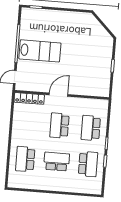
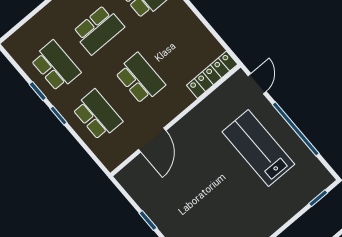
lab bench: (40, 51) -> (258, 148), turned 90
door: (59, 95) -> (152, 140), moved
school desk: (88, 164) -> (56, 66), turned 180

